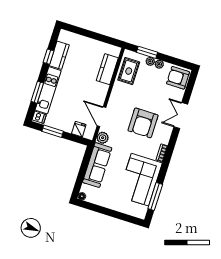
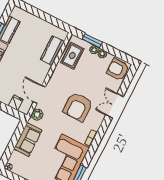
sofa: (97, 165) -> (28, 140), width x0.73

